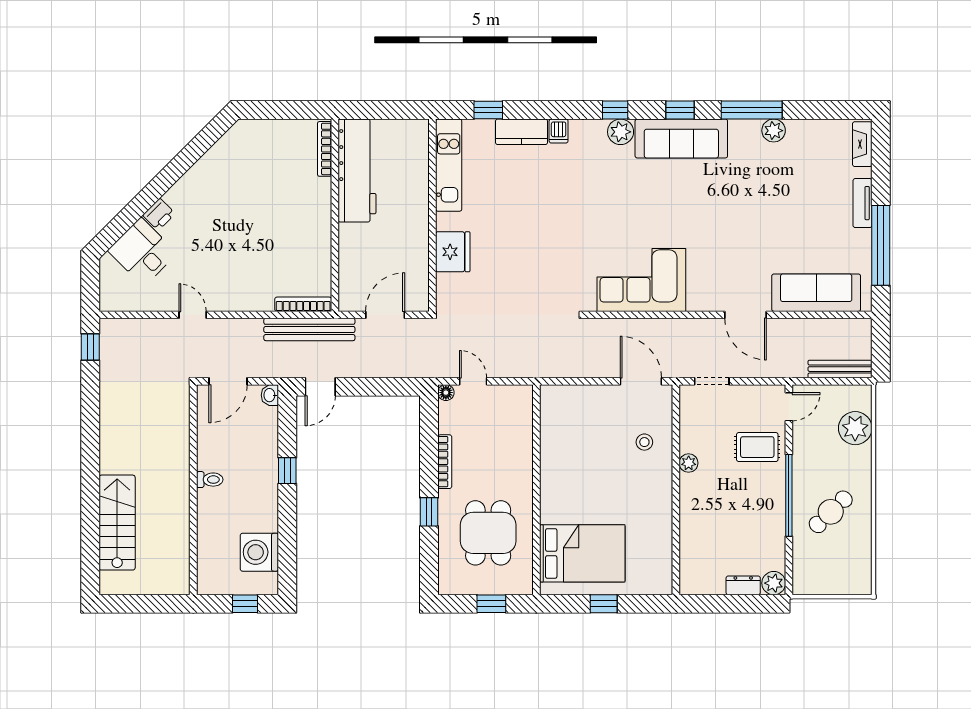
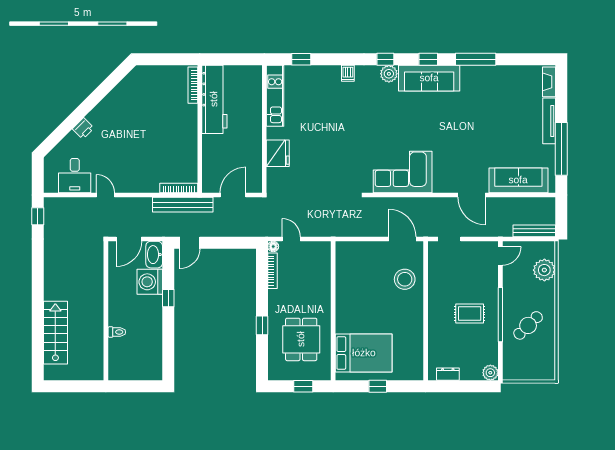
plant: (774, 131) -> (490, 73), removed
kitchen counter: (521, 132) -> (323, 74), removed
tv unit: (862, 203) -> (549, 121), width x1.41
desk: (142, 252) -> (75, 176), moved, turned -135
washbasin: (270, 395) -> (154, 255), width x1.91, depth x1.45
stool: (644, 442) -> (405, 279), width x1.89, depth x1.89
rug: (757, 447) -> (470, 314), moved
bookcase: (445, 462) -> (272, 271), moved
plant: (689, 463) -> (434, 293), removed
toilet: (210, 480) -> (117, 332), moved
washing machine: (259, 552) -> (150, 282), moved
dresser: (743, 585) -> (448, 374), moved
window: (245, 604) -> (140, 386), removed

